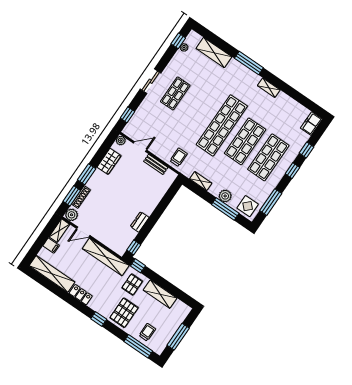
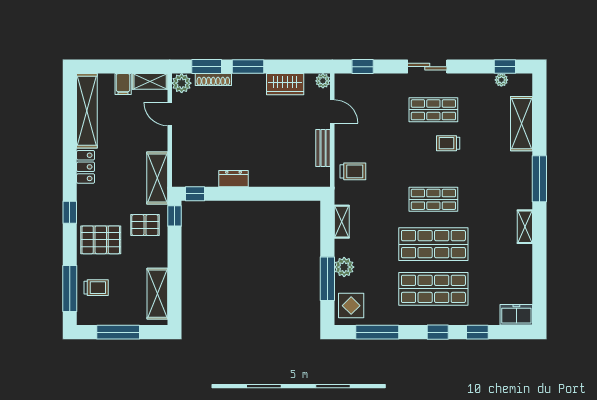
trolley: (198, 98) -> (448, 143), added
shop shelf: (222, 125) -> (433, 199), width x0.50, depth x0.74
shelving: (106, 257) -> (157, 178), width x0.68
shelving: (160, 294) -> (157, 294), moved

